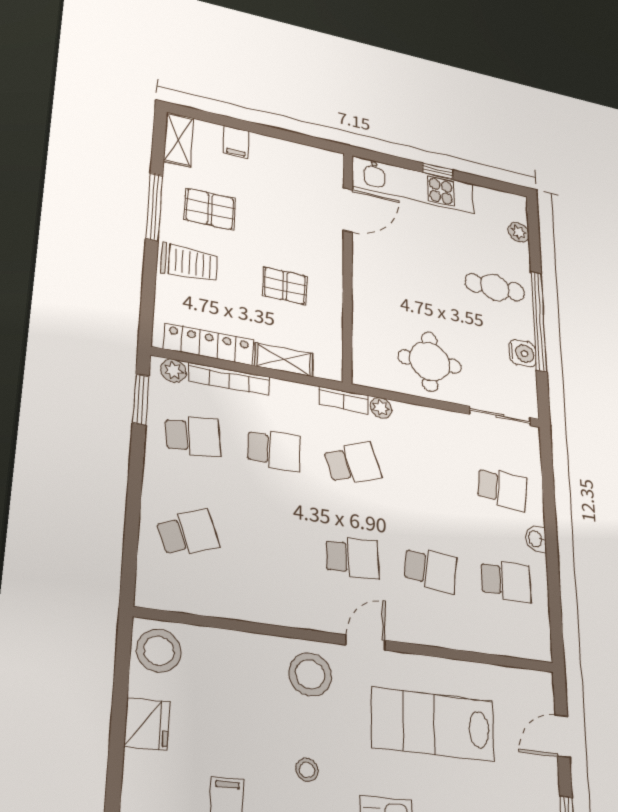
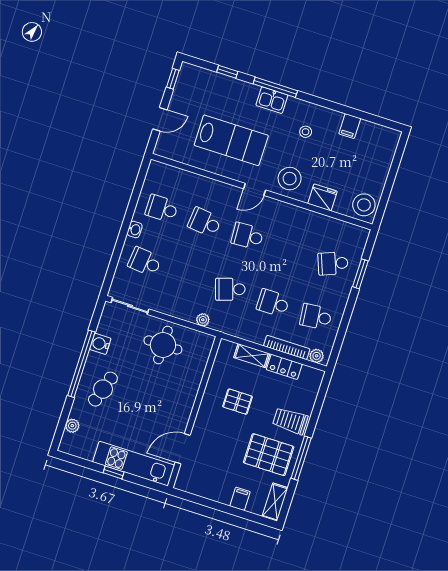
pallet: (210, 209) -> (269, 455), width x1.50, depth x1.42
cafe table: (495, 287) -> (103, 389), turned -72
locker: (209, 344) -> (284, 367), width x0.66
window: (141, 399) -> (360, 274), moved
bookcase: (344, 400) -> (224, 327), removed
fridge: (147, 724) -> (322, 197), moved, turned 90

